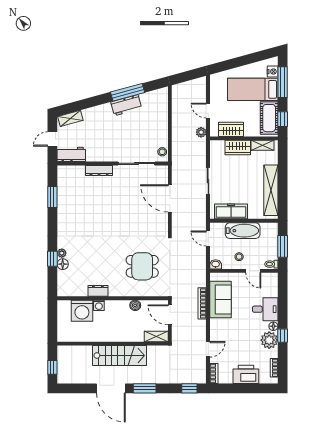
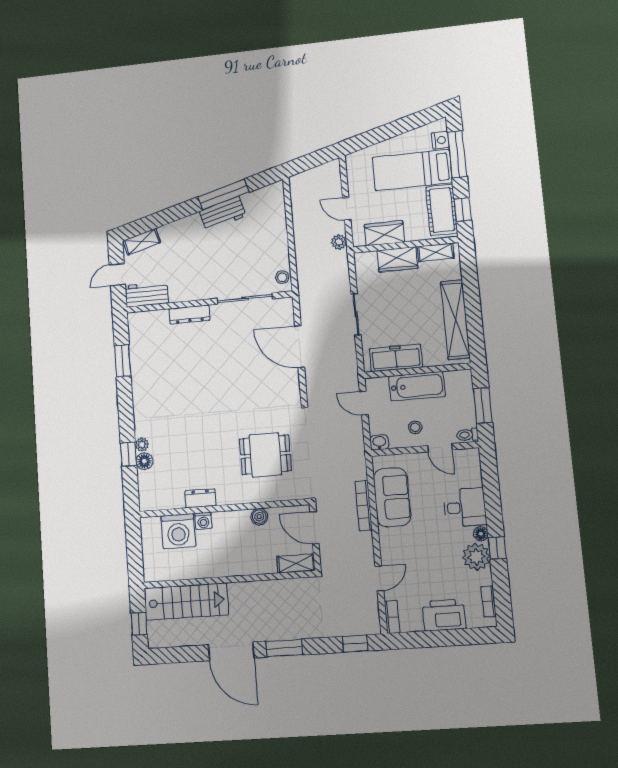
stairs: (120, 355) -> (186, 602), moved

